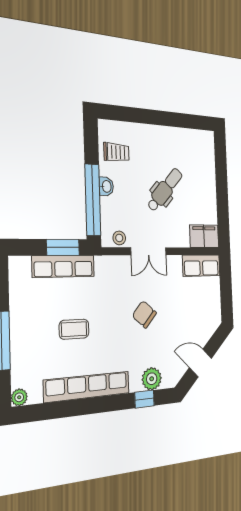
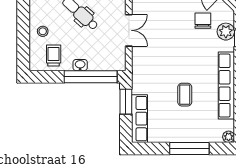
stool: (119, 238) -> (43, 31), moved
row of seats: (63, 266) -> (140, 119), moved
chair: (144, 314) -> (203, 21), moved, turned 139

